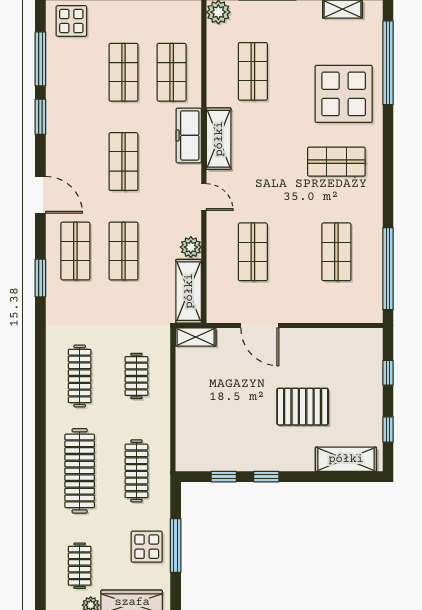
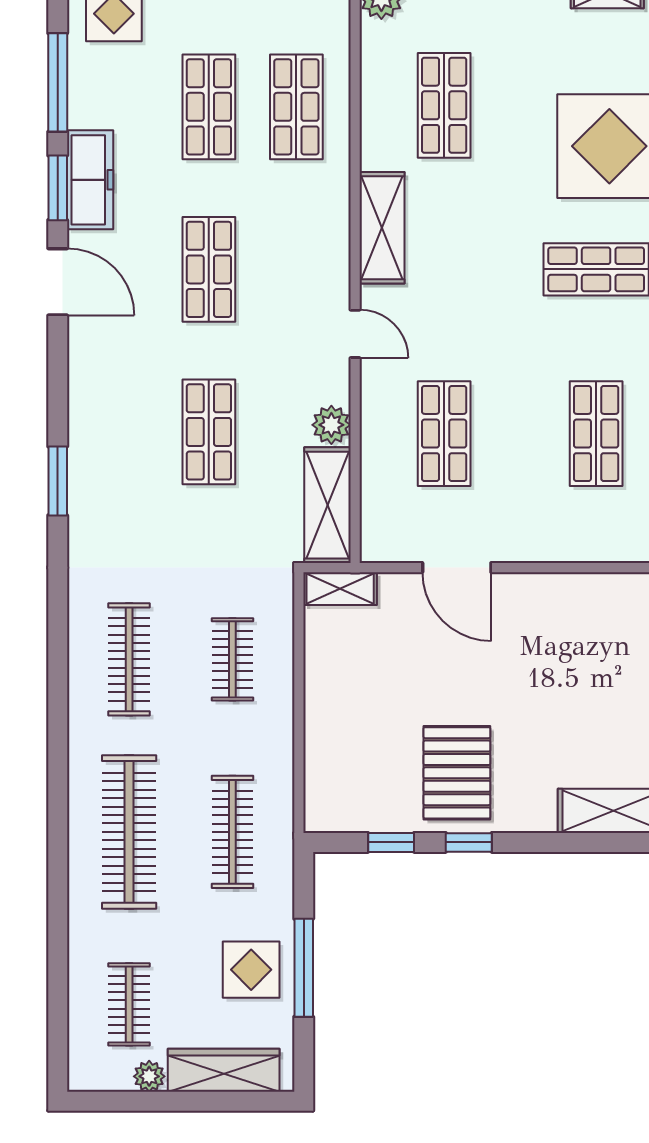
freezer: (189, 135) -> (90, 180), moved, turned 180
door: (40, 195) -> (58, 282), moved
shop shelf: (75, 251) -> (121, 432), removed
pallet: (303, 407) -> (457, 773), moved, turned 90

